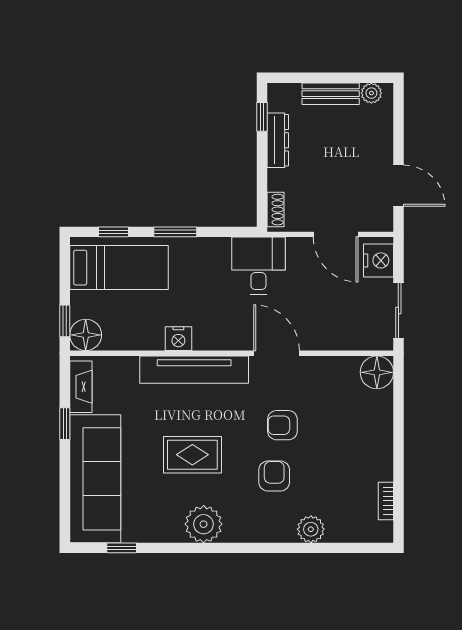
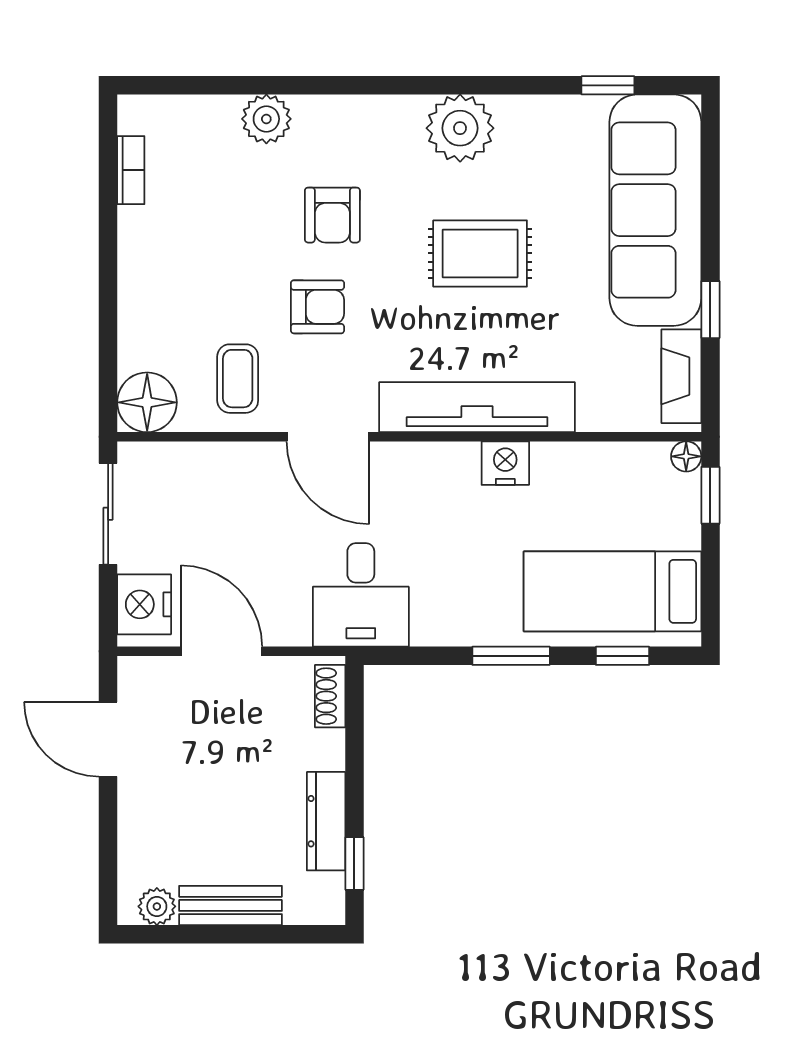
floor lamp: (86, 335) -> (686, 456), width x0.53, depth x0.53
coffee table: (327, 385) -> (238, 379), added

